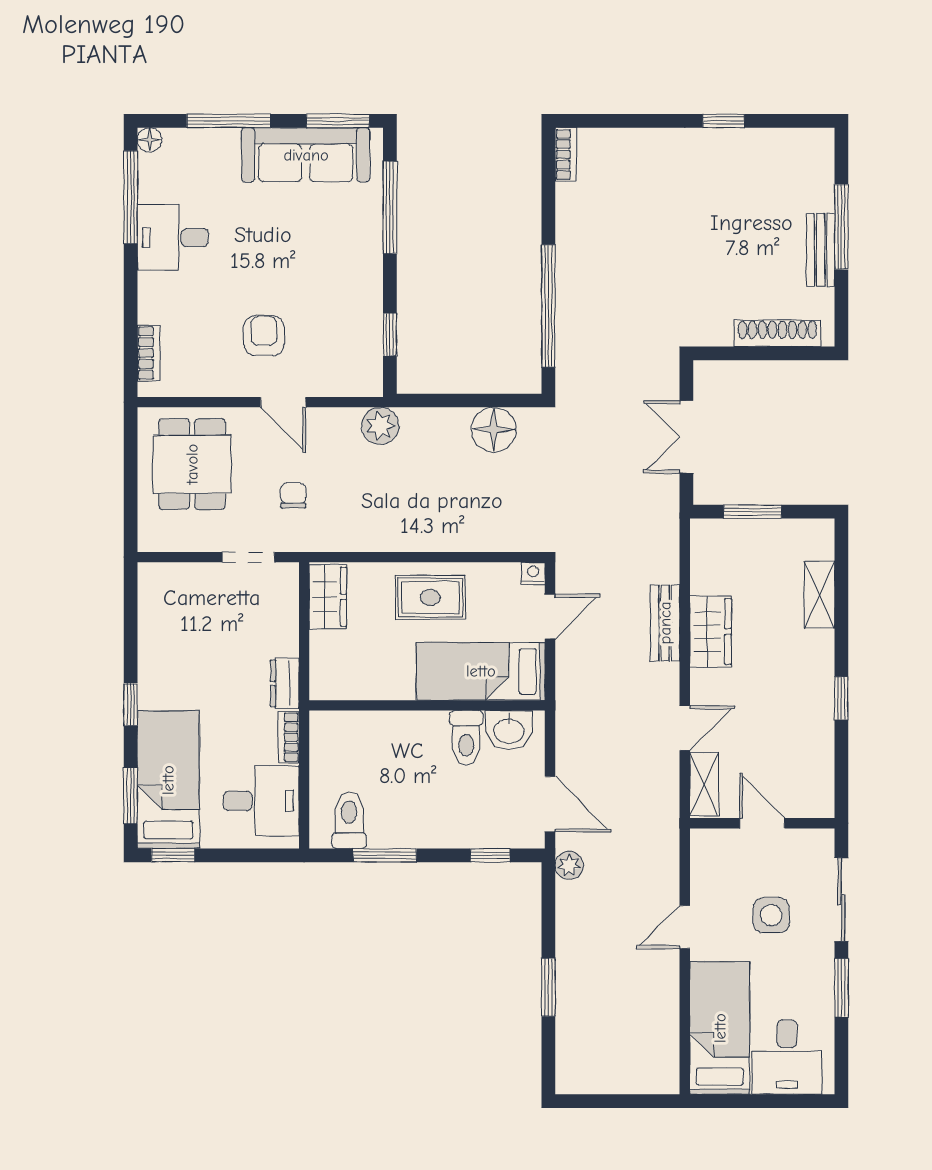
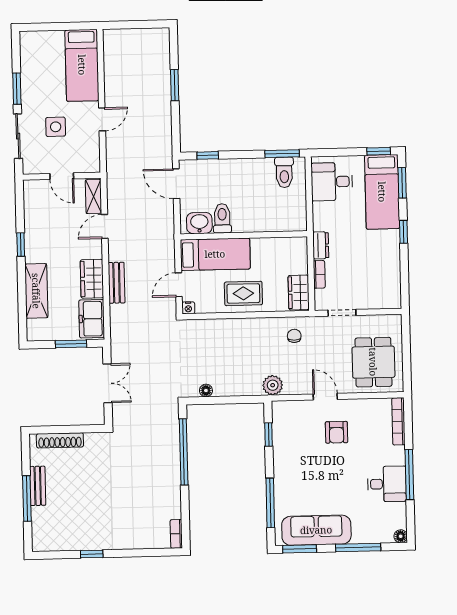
window: (131, 197) -> (409, 475), moved
bookcase: (149, 353) -> (398, 421), width x1.56
floor lamp: (494, 430) -> (206, 391), width x0.53, depth x0.53
chair: (293, 496) -> (294, 336), moved, turned 180
freezer: (713, 557) -> (92, 319), added
shelving: (819, 595) -> (36, 291), width x1.50, depth x1.33
bookcase: (289, 737) -> (319, 274), moved
window: (385, 855) -> (282, 154), moved
plant: (569, 865) -> (165, 151), removed
desk: (787, 1057) -> (45, 51), removed

